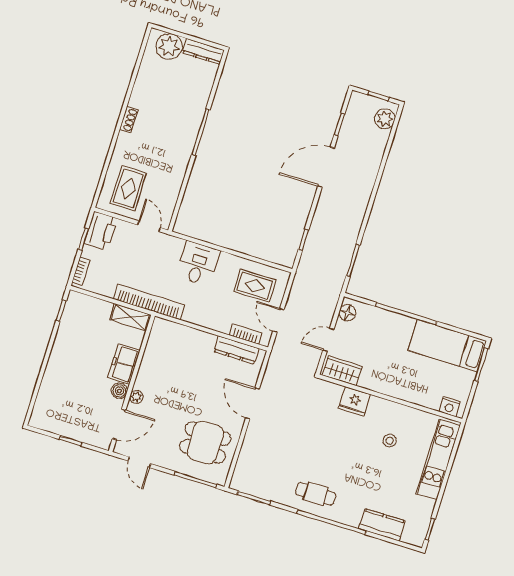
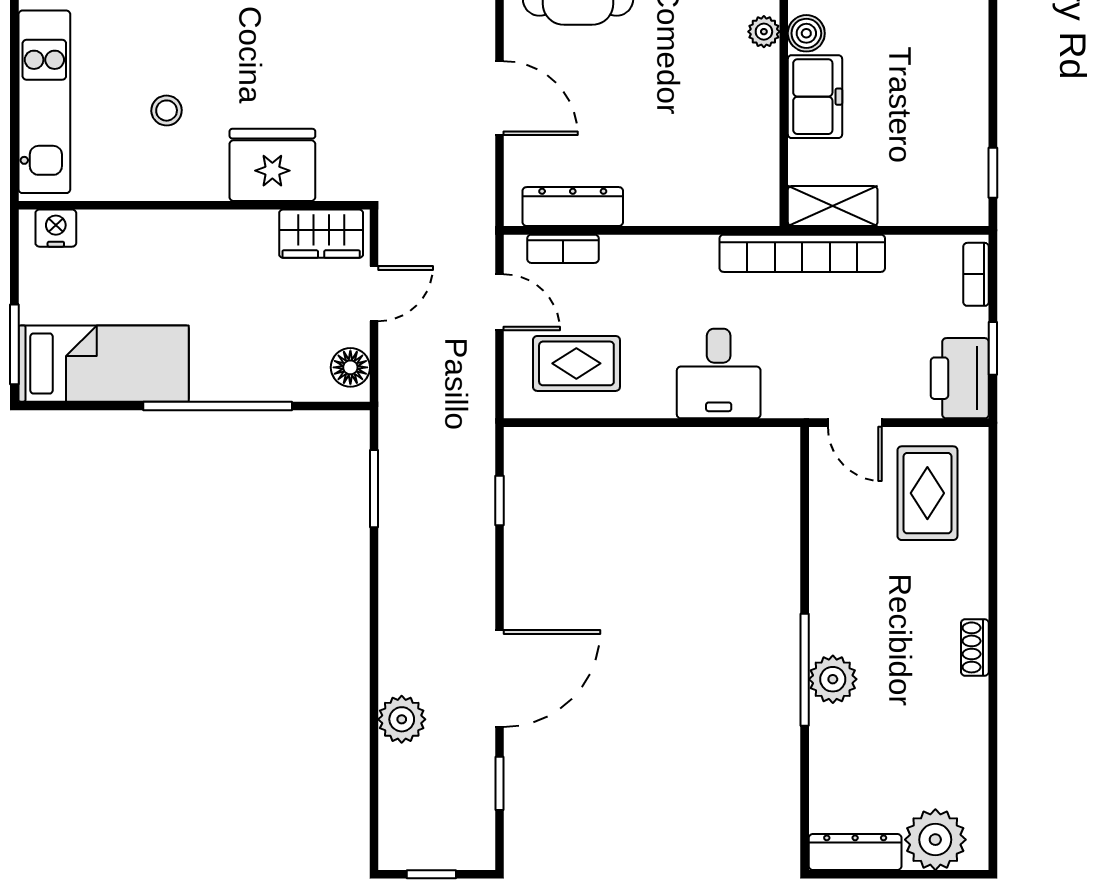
plant: (385, 119) -> (402, 719), moved
plant: (190, 125) -> (833, 679), added
fridge: (355, 401) -> (272, 165), width x1.36, depth x1.34

